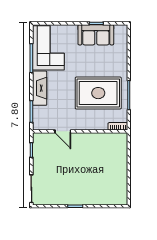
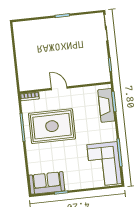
sofa: (96, 35) -> (47, 183), moved
fireplace: (40, 88) -> (106, 105), moved
door: (63, 131) -> (59, 88), moved

